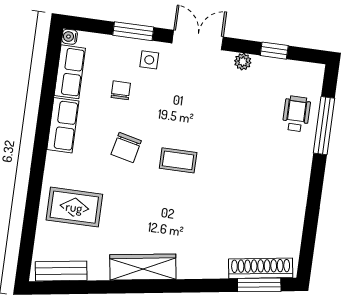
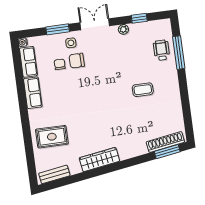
chair: (126, 148) -> (77, 61), moved, turned 77
coffee table: (178, 160) -> (143, 90), moved

